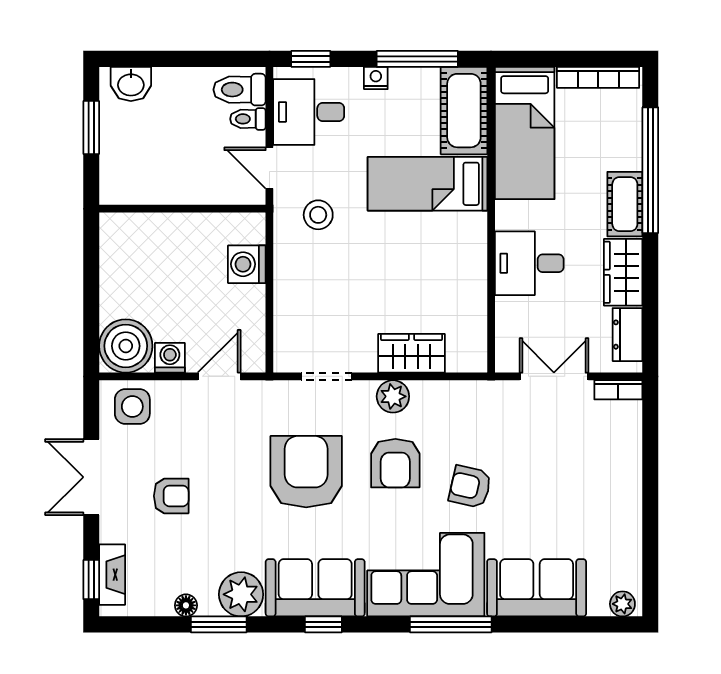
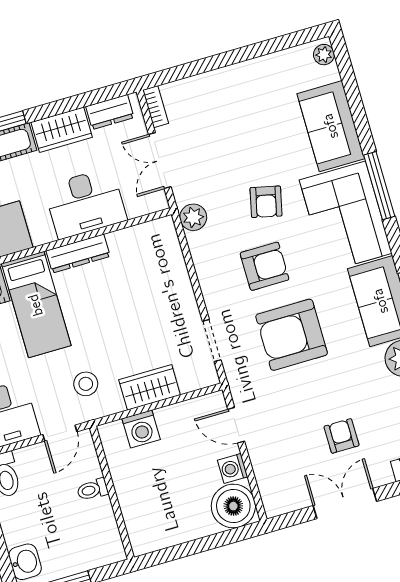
toilet: (248, 119) -> (92, 490), moved, turned 90
dresser: (473, 250) -> (78, 254), added
desk: (529, 263) -> (85, 203), width x1.37
wardrobe: (412, 353) -> (150, 387), moved, turned 90
plant: (393, 396) -> (193, 217), moved
side table: (132, 407) -> (280, 487), removed
double door: (91, 477) -> (345, 503), swing flipped

